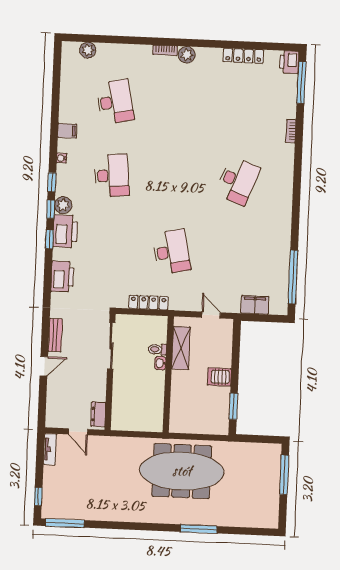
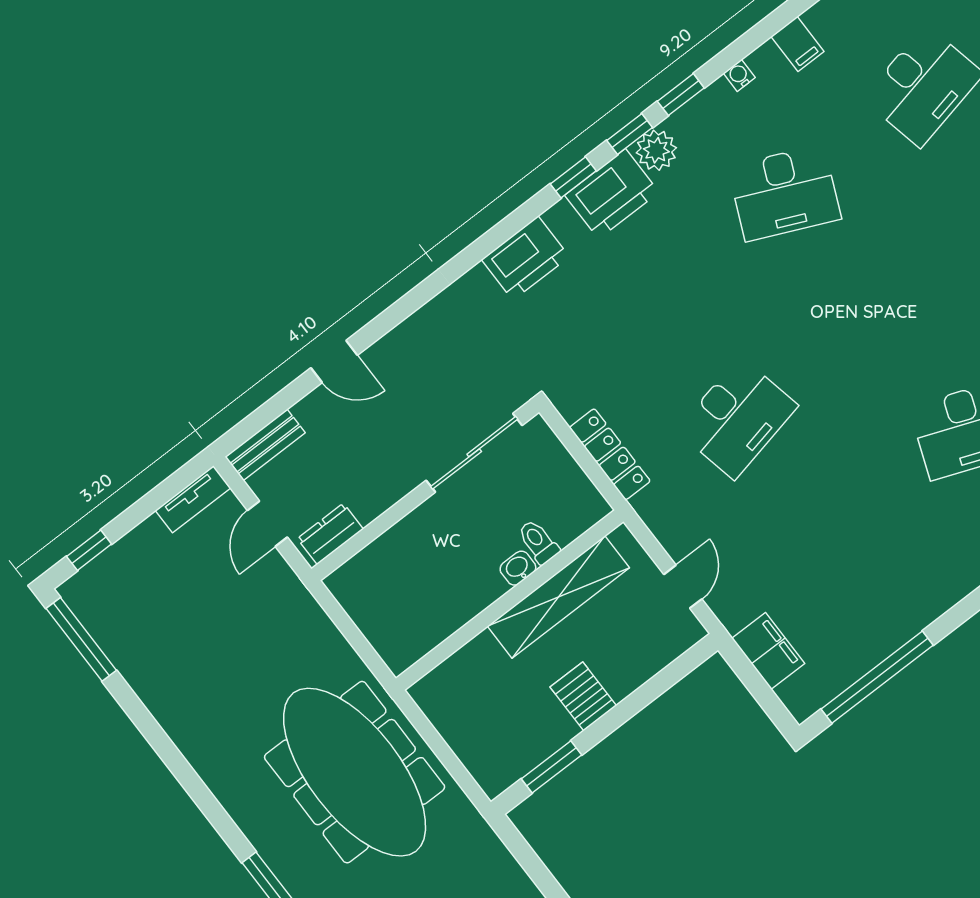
desk: (112, 175) -> (784, 193), turned 30
bench: (55, 335) -> (265, 445), moved
shelving: (181, 348) -> (558, 597), width x1.47

